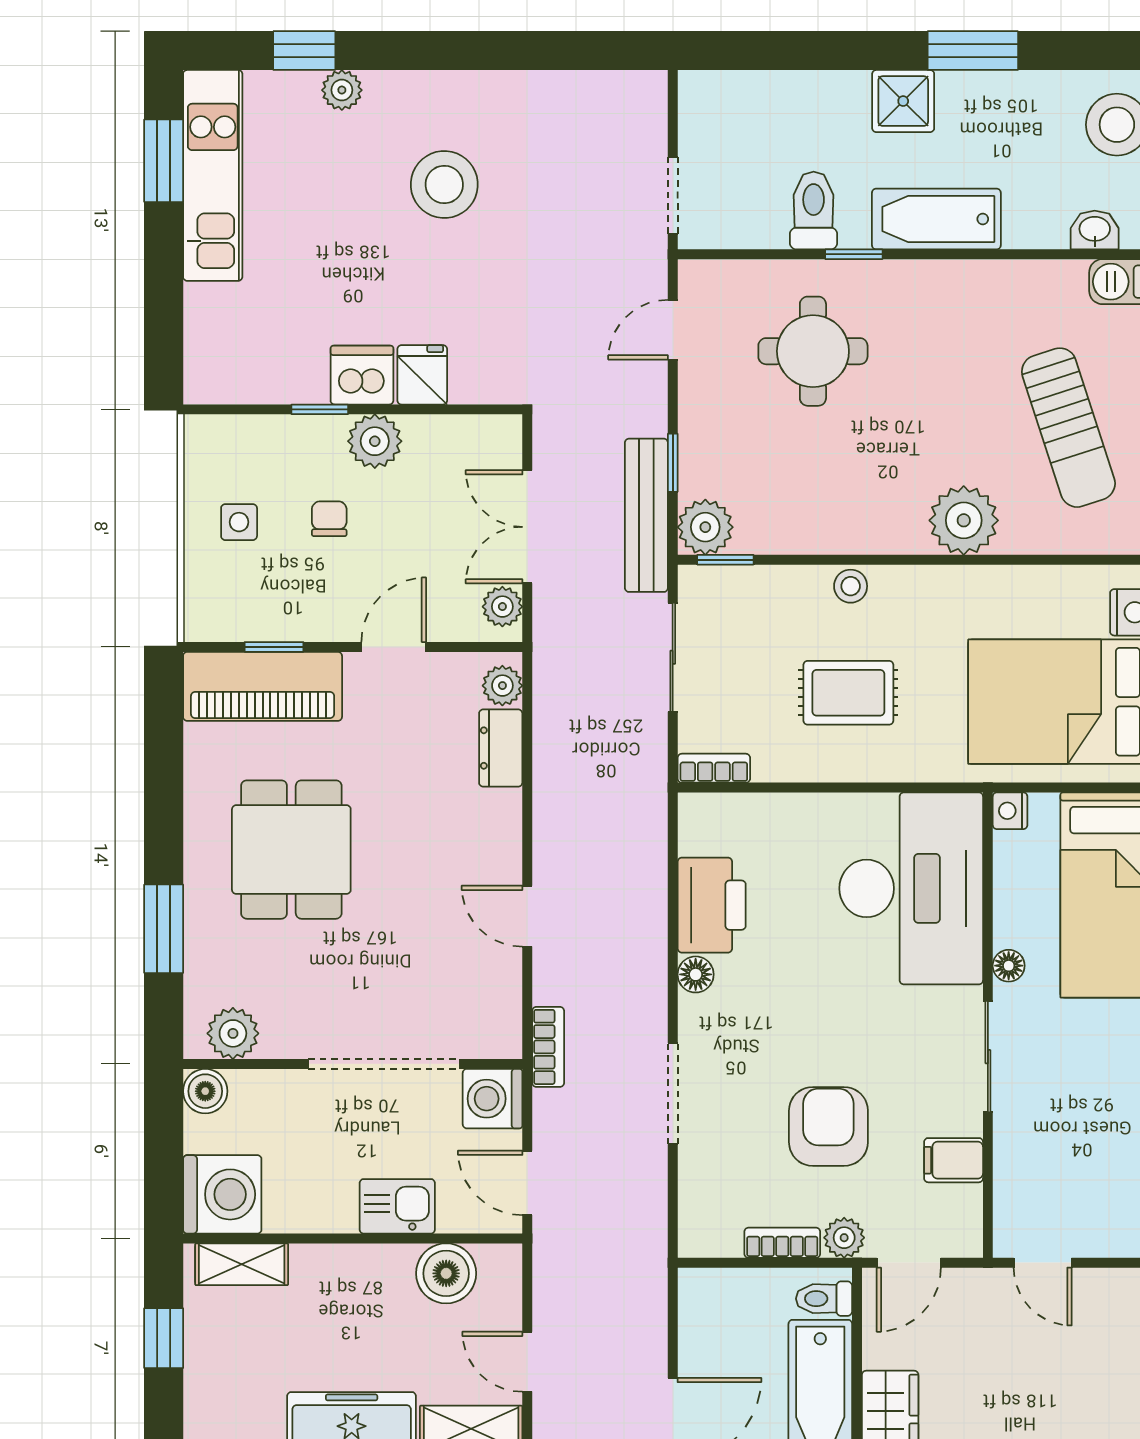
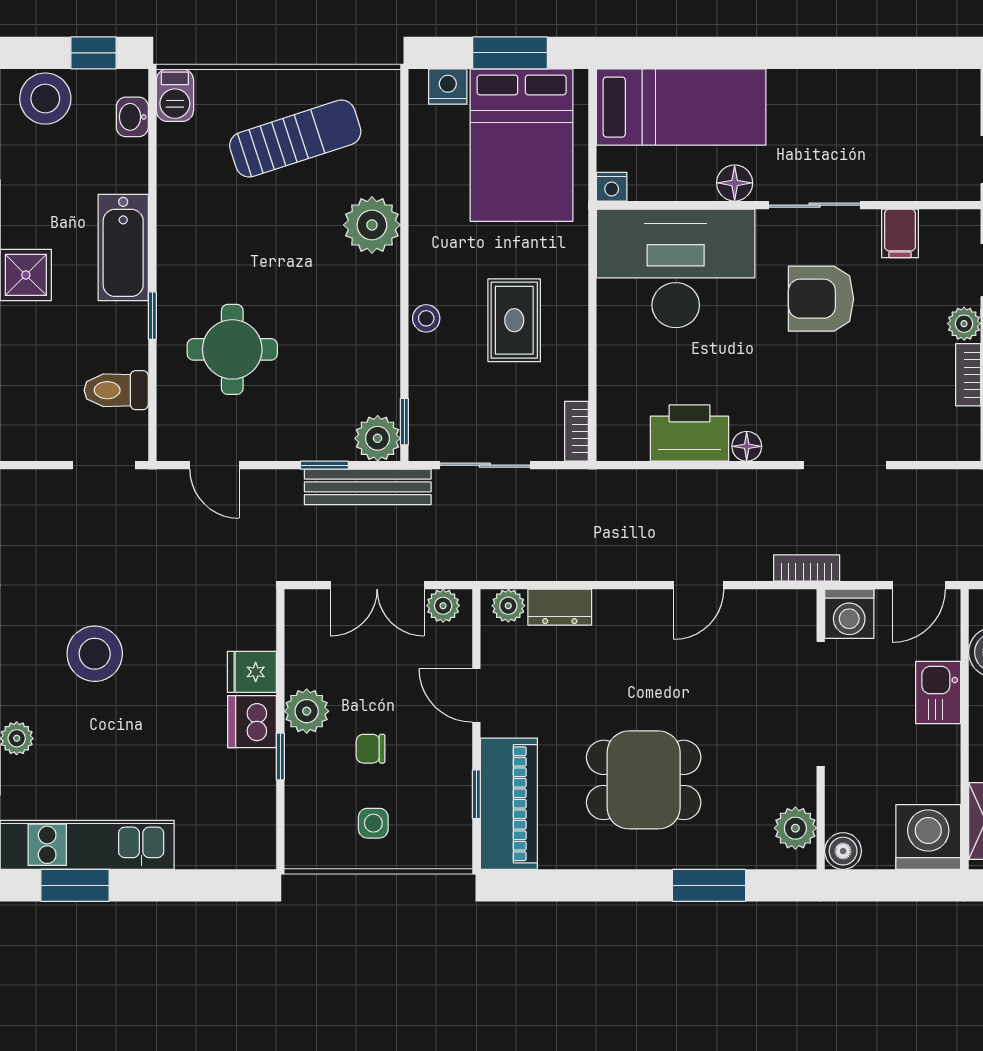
toilet: (814, 210) -> (116, 390), moved
floor lamp: (1009, 966) -> (735, 183), width x1.37, depth x1.37
armchair: (828, 1126) -> (821, 299), moved

